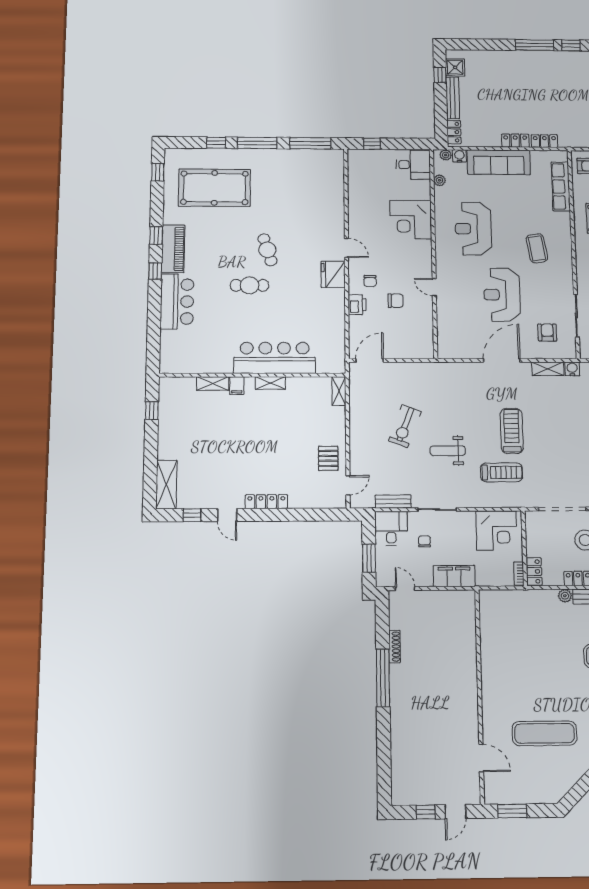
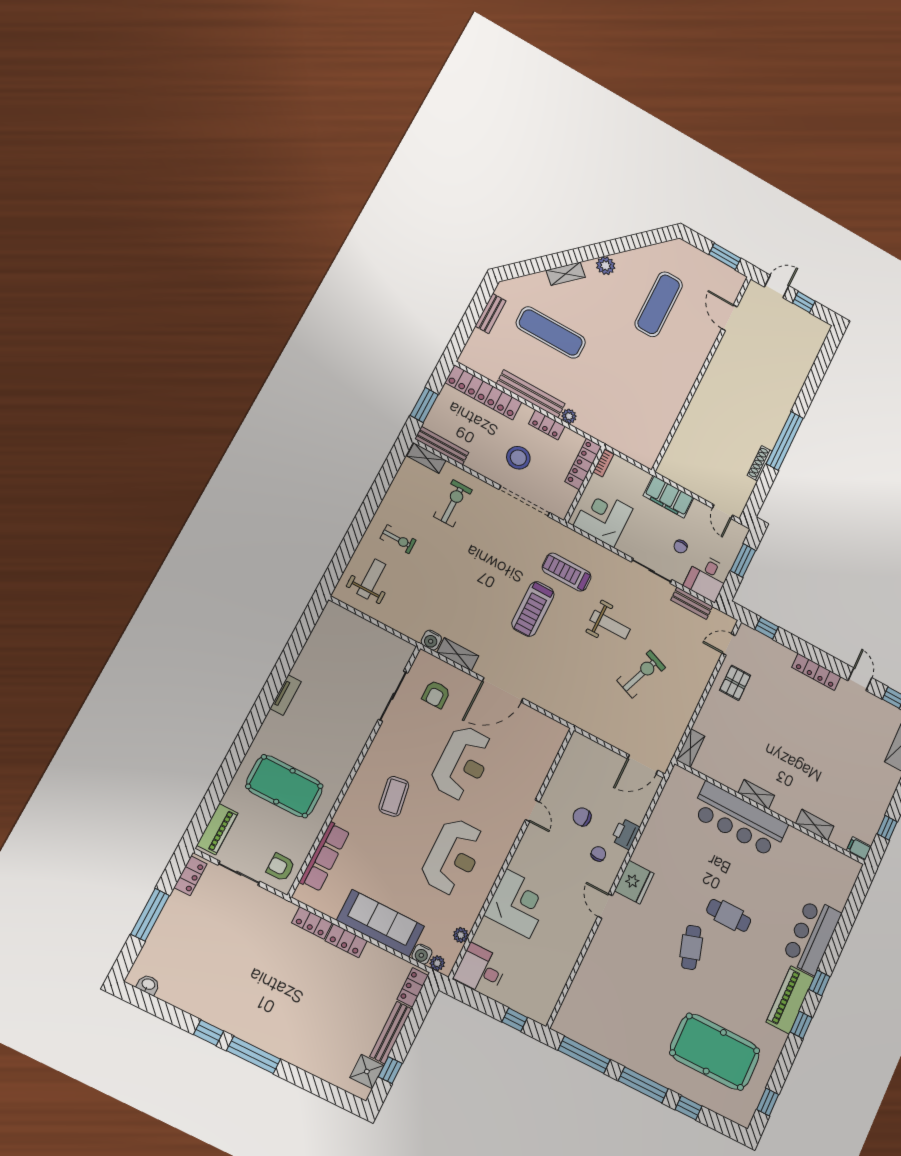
filing cabinet: (237, 386) -> (859, 849), moved, turned -90
window: (324, 515) -> (767, 628), added
locker: (534, 571) -> (583, 464), width x1.53
exercise mat: (544, 733) -> (659, 304), turned 90

